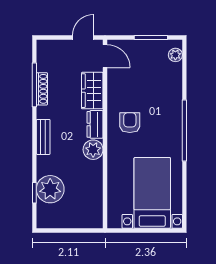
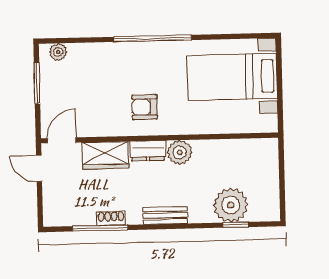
shoe rack: (42, 89) -> (111, 218), width x0.70

